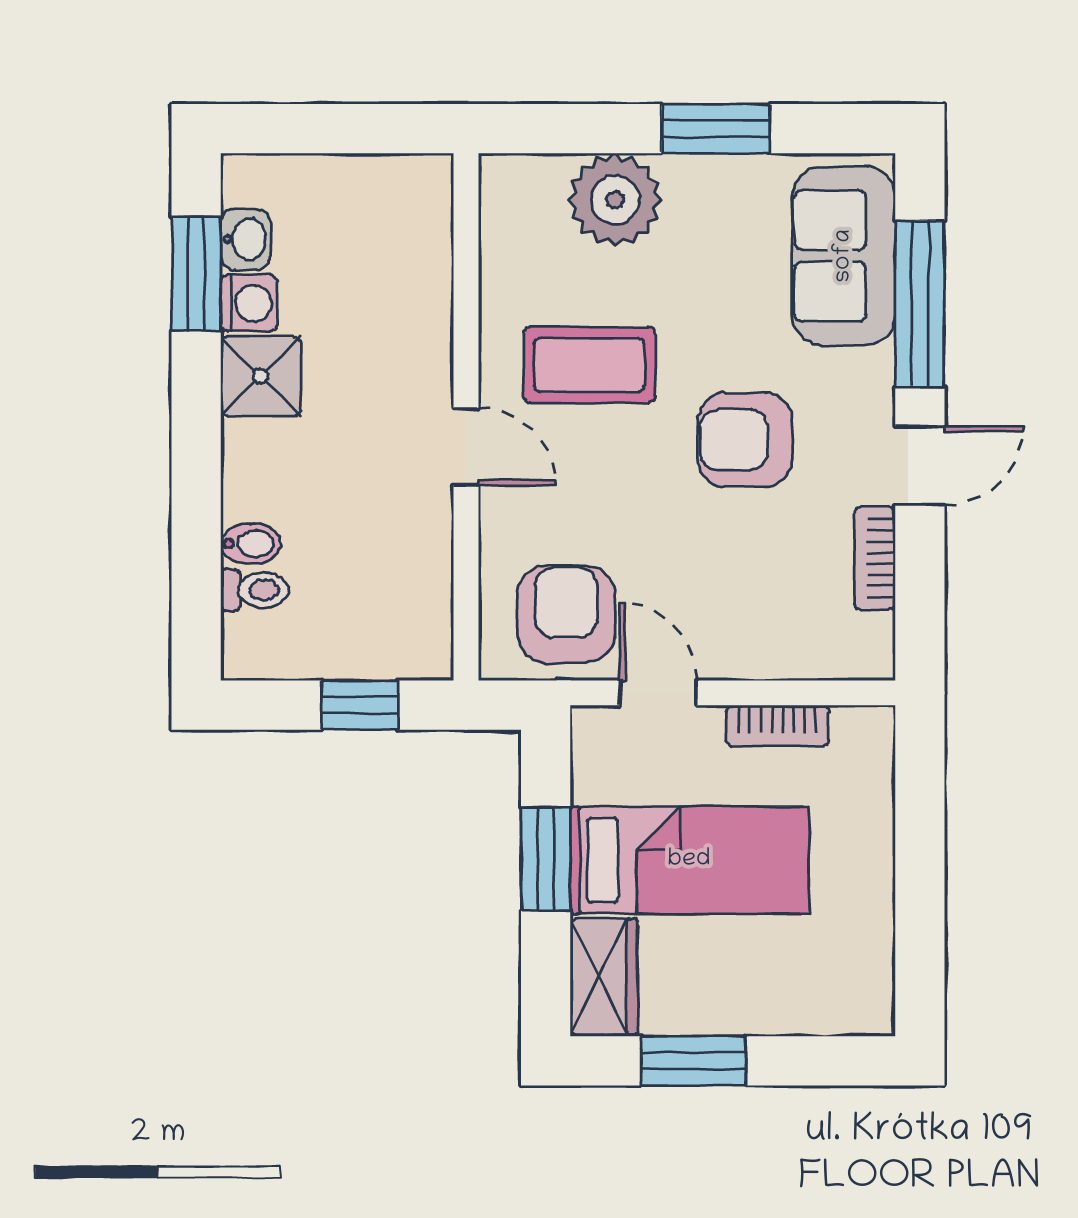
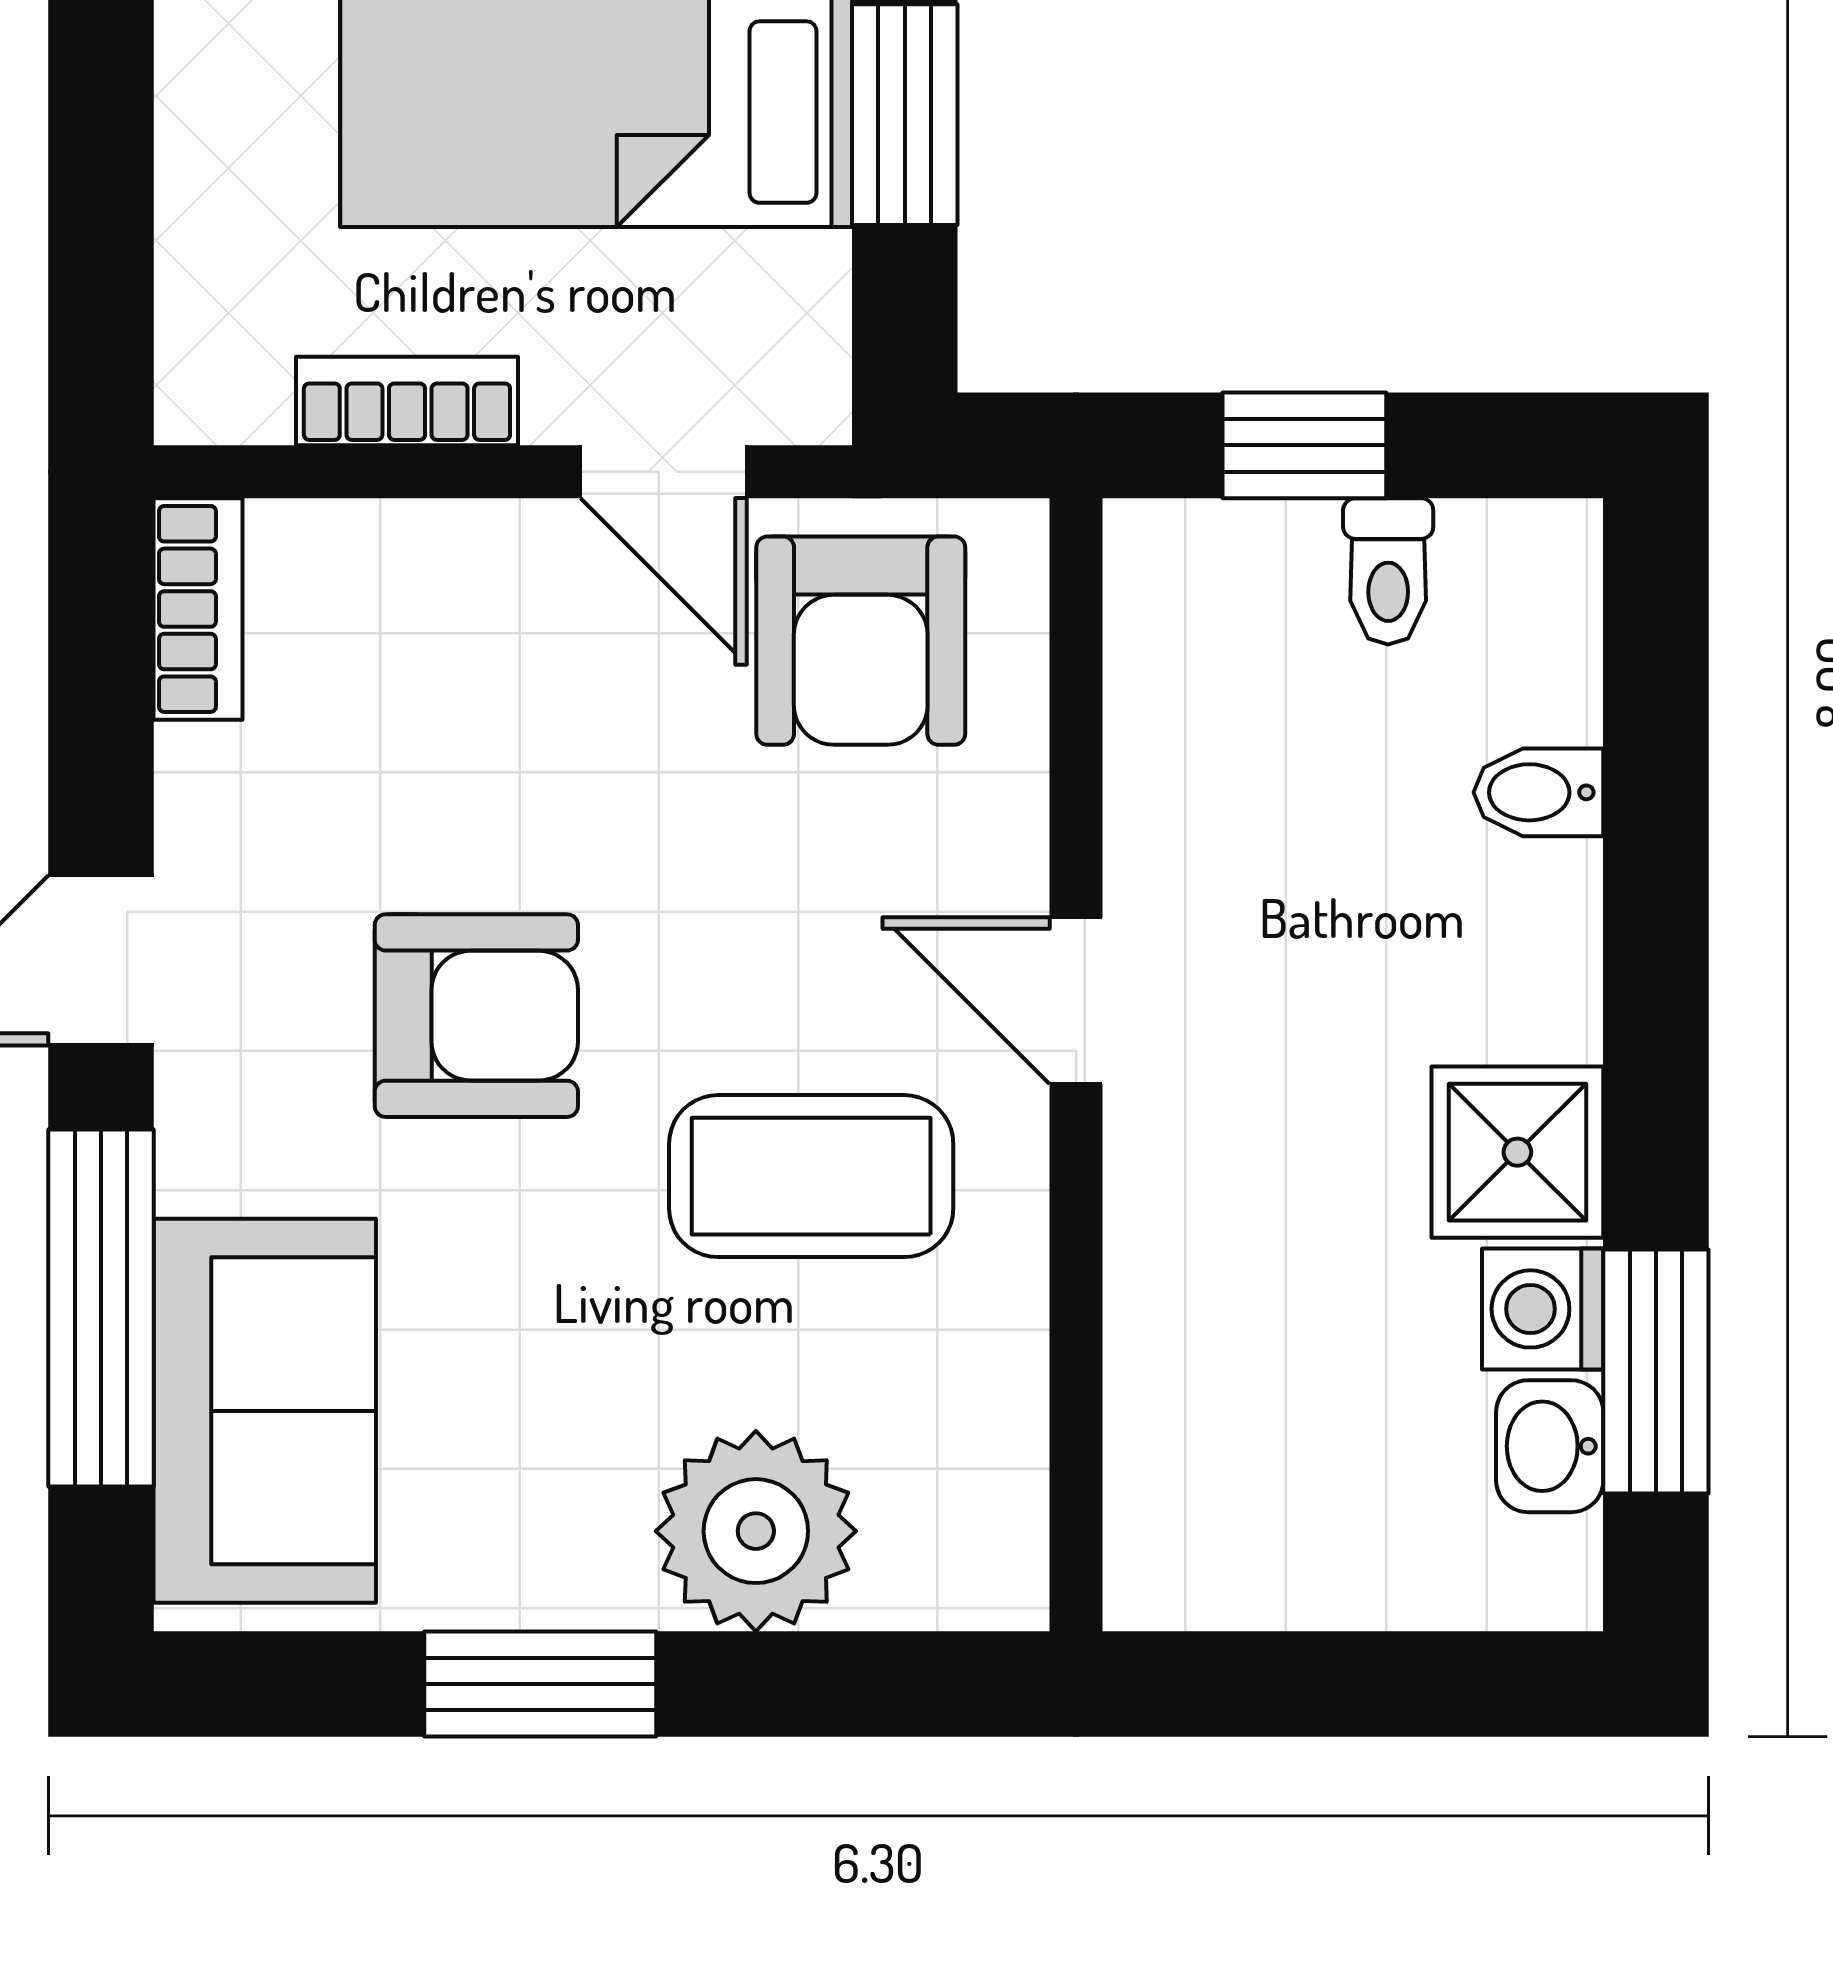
bookcase: (875, 558) -> (198, 609), moved
toilet: (255, 590) -> (1388, 571), moved, turned -90

